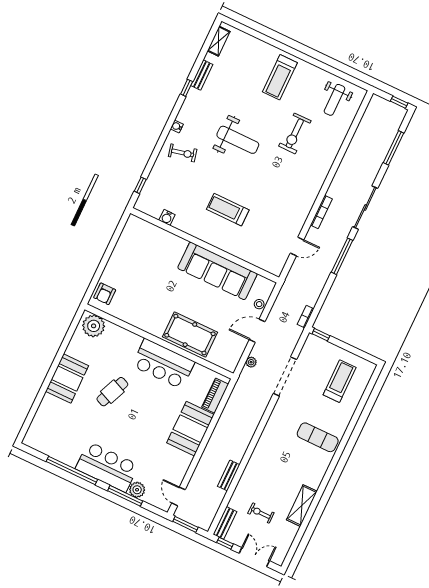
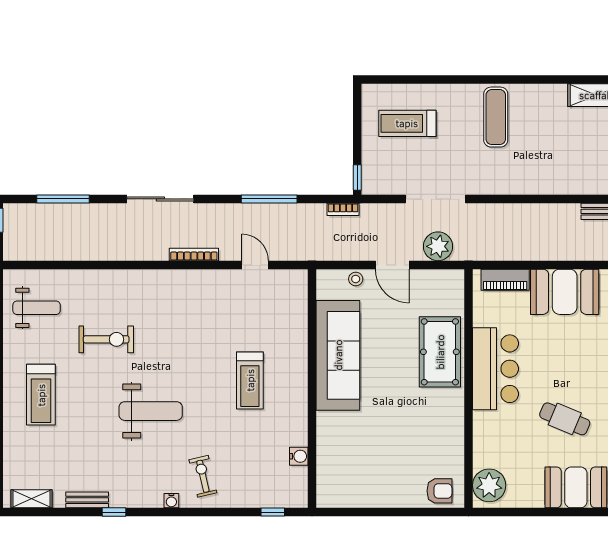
treadmill: (280, 77) -> (41, 395), turned 90
weight bench: (238, 140) -> (151, 411), turned 90
window: (342, 256) -> (269, 199), moved
plant: (251, 362) -> (438, 246), width x1.88, depth x1.88

